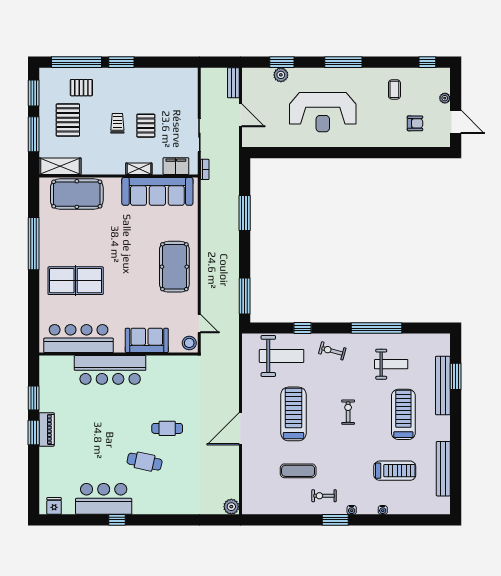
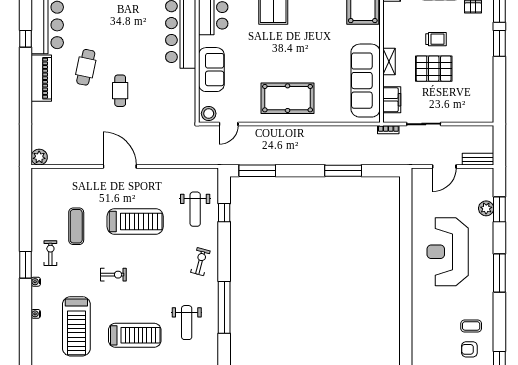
armchair: (415, 123) -> (469, 349), moved, turned 90
pallet: (146, 126) -> (434, 69), width x1.50, depth x1.42
window: (303, 328) -> (224, 213), moved
weight bench: (282, 356) -> (195, 209), width x0.73, depth x0.75
exercise bike: (348, 412) -> (113, 275), moved
treadmill: (395, 471) -> (76, 326), width x1.37, depth x1.38
piano: (155, 505) -> (41, 78), added

